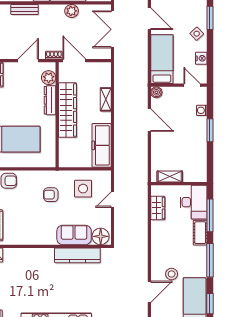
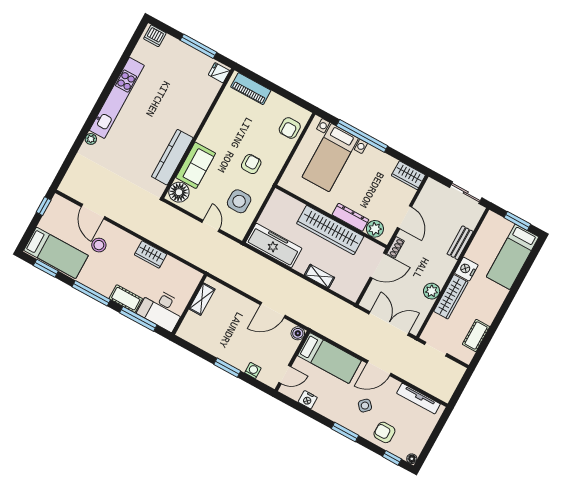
side table: (197, 34) -> (365, 406), moved
wardrobe: (158, 208) -> (151, 254), moved

